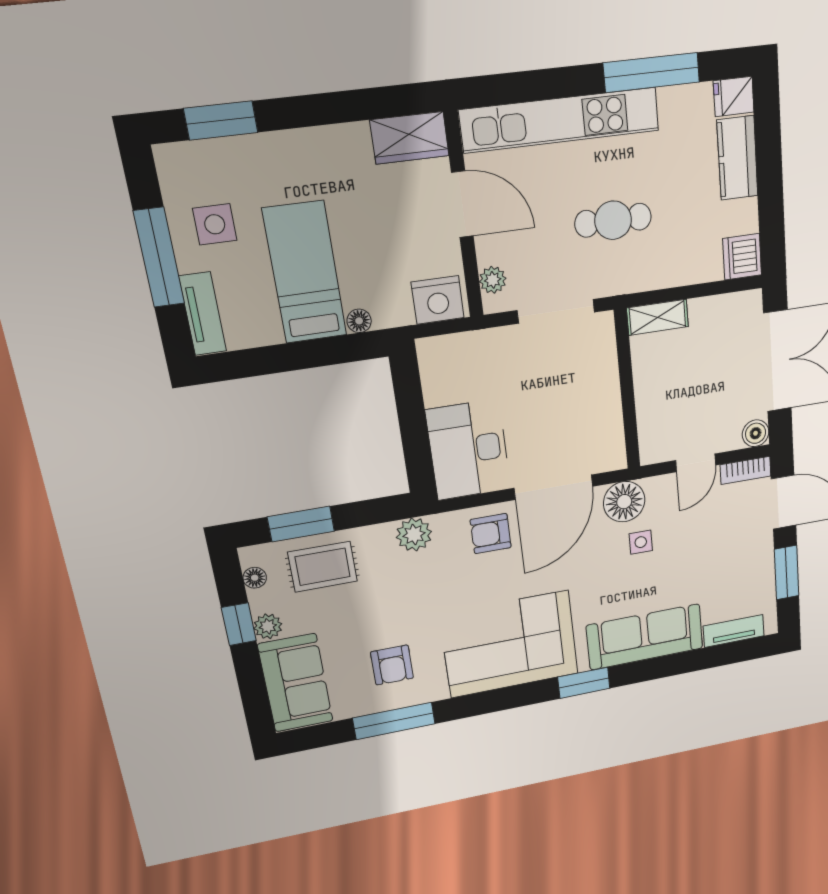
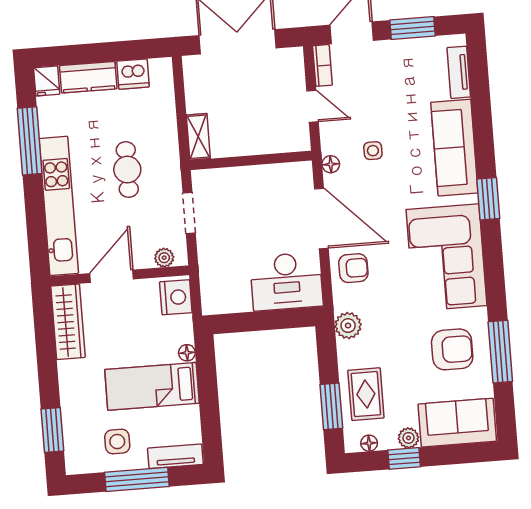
wardrobe: (410, 138) -> (68, 322), width x1.50
dishwasher: (742, 257) -> (133, 74), moved
doorway: (556, 311) -> (189, 213), width x0.73
boiler: (756, 433) -> (293, 58), removed
floor lamp: (624, 502) -> (331, 164), width x0.53, depth x0.53
armchair: (491, 534) -> (353, 268), turned -90
armchair: (392, 665) -> (452, 349), width x1.38, depth x1.38

